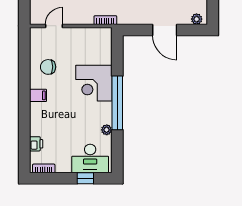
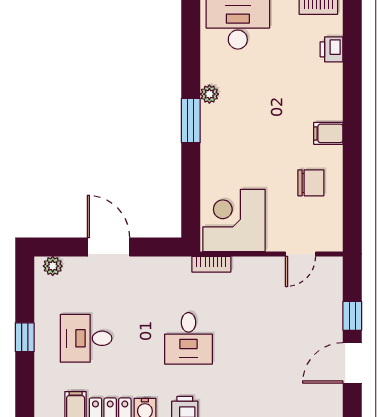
corner desk: (94, 83) -> (234, 221), moved, turned -90
window: (117, 103) -> (191, 121), width x0.47
plant: (107, 130) -> (209, 94), moved

